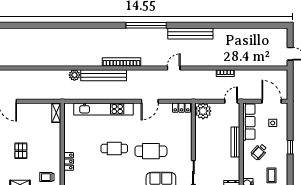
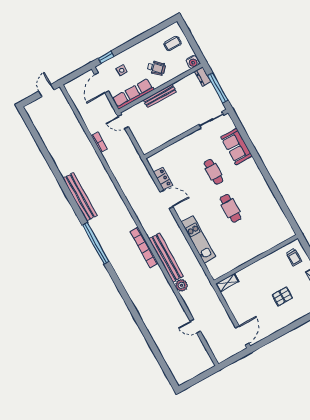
door: (174, 68) -> (195, 326), moved
locker: (181, 108) -> (163, 179), moved
kitchen unit: (104, 109) -> (198, 240), width x0.73
plant: (203, 111) -> (147, 143), removed
window: (290, 147) -> (106, 57), moved
cafe table: (151, 151) -> (214, 172), width x0.73, depth x0.74
locker: (69, 161) -> (267, 245), removed

